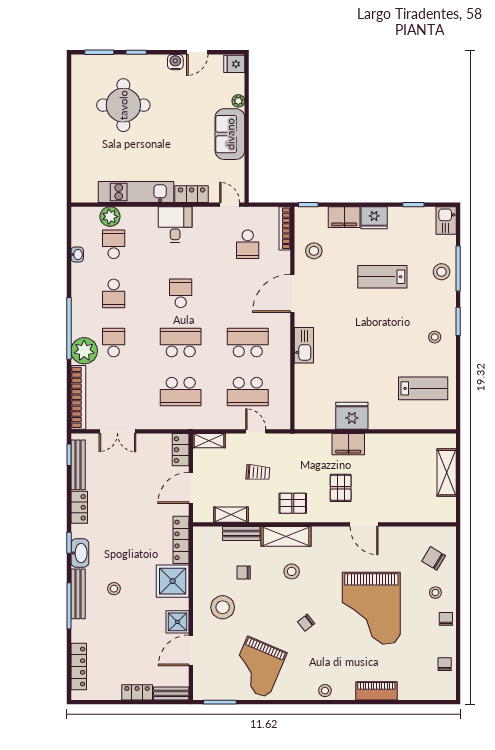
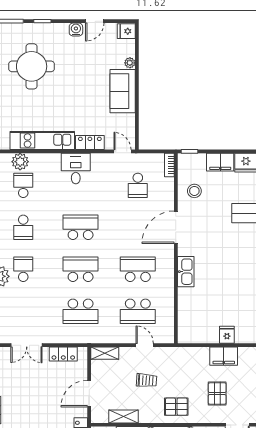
bookcase: (285, 228) -> (169, 165), width x0.64
school desk: (181, 293) -> (81, 227), width x1.85
fridge: (352, 416) -> (227, 335), width x0.53, depth x0.75
locker: (181, 450) -> (63, 354), moved, turned -90

